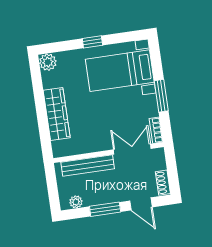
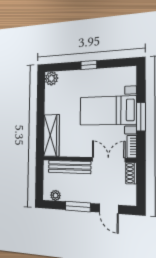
bed with nightstands: (120, 71) -> (108, 111), moved
wardrobe: (57, 114) -> (51, 135), moved
shoe rack: (163, 183) -> (131, 173), moved

